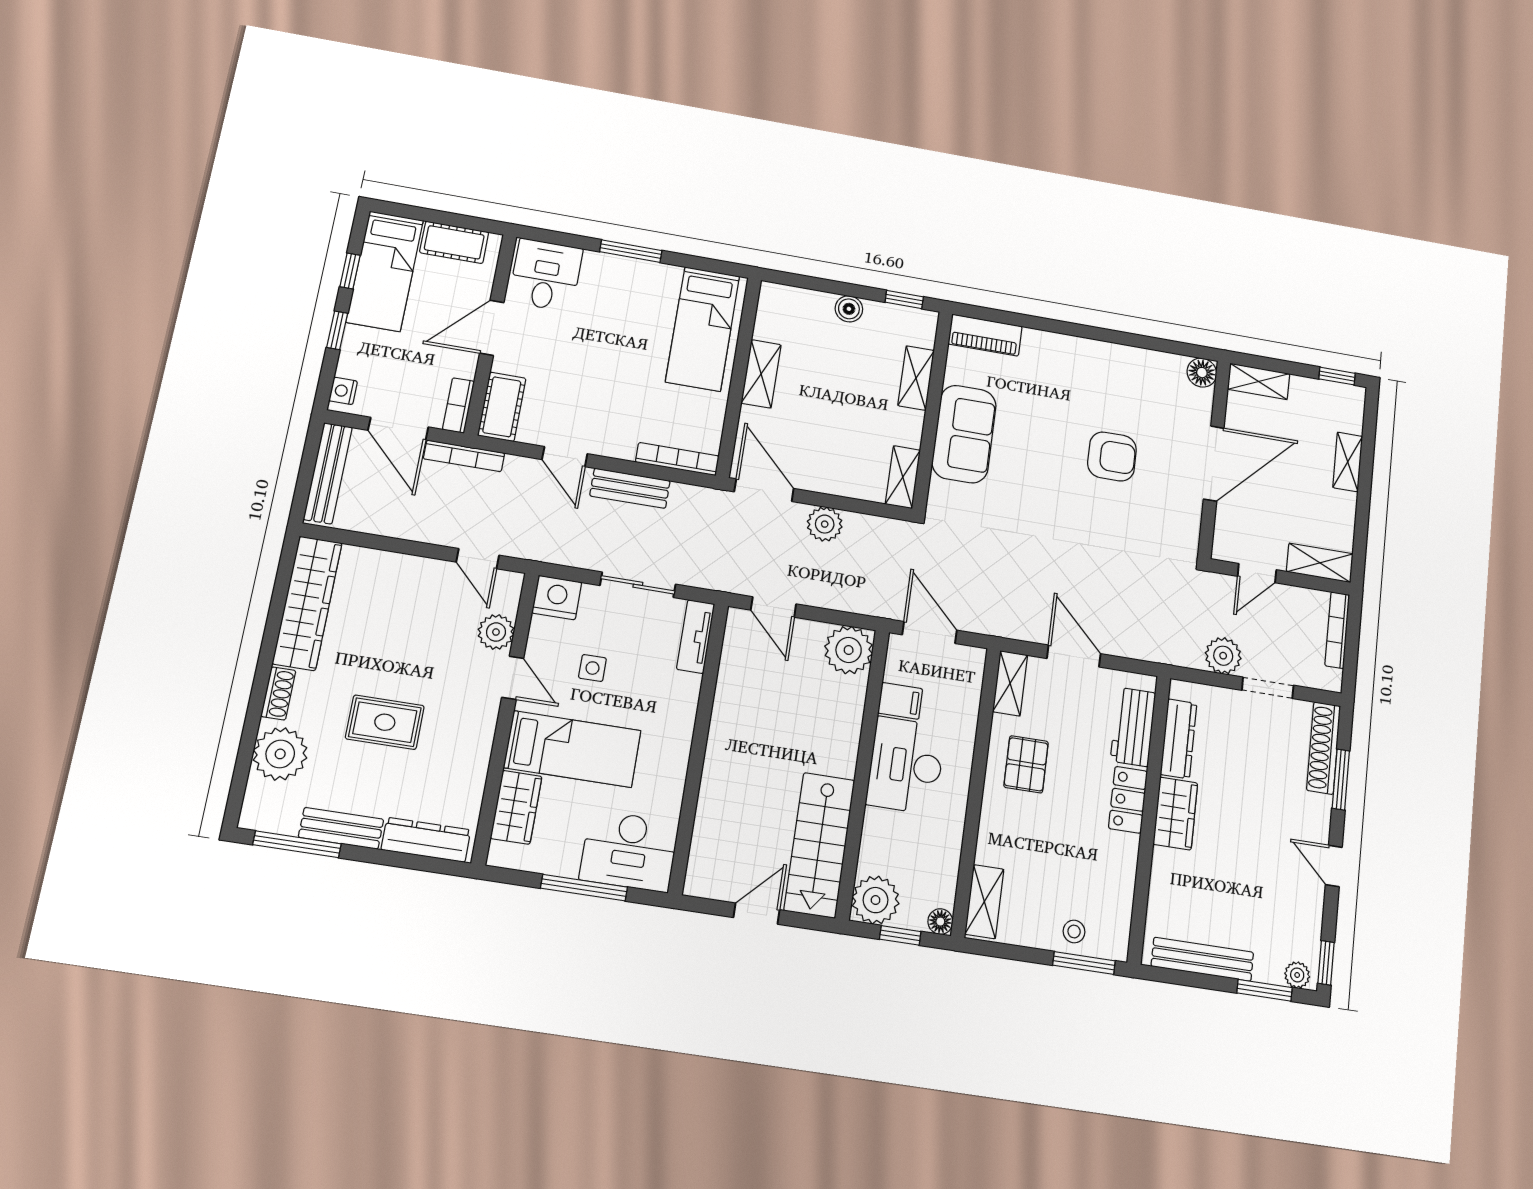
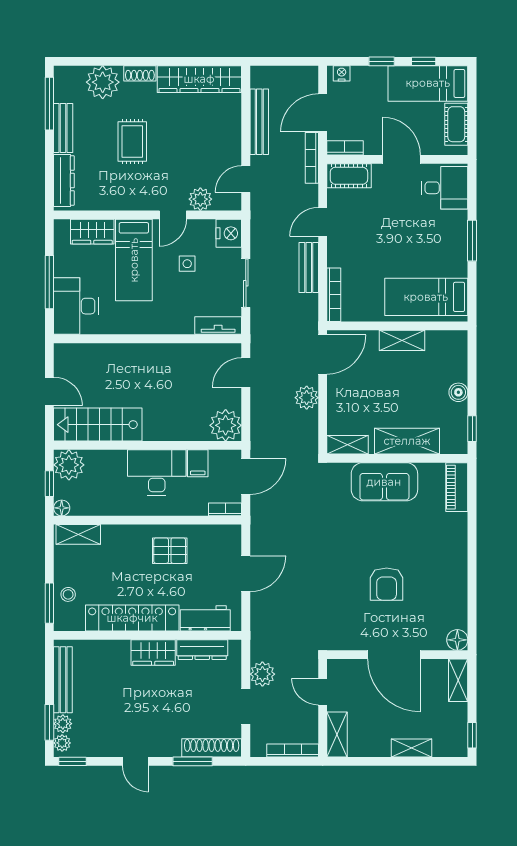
shelving: (916, 378) -> (407, 441), width x1.50, depth x1.33
bench: (328, 473) -> (259, 122), moved, turned 90
bookcase: (975, 671) -> (225, 509), added
shelving: (1010, 683) -> (221, 534), removed
locker: (1128, 800) -> (132, 618), width x2.16, depth x1.21
door: (1334, 866) -> (135, 761), swing flipped
plant: (1268, 970) -> (63, 724), added

